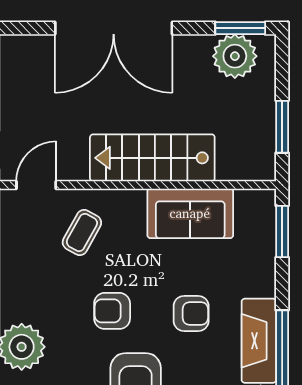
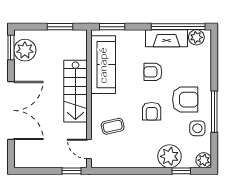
sofa: (190, 213) -> (103, 65), width x1.36
coffee table: (82, 233) -> (113, 126), turned -42
armchair: (191, 313) -> (153, 72), turned -90

